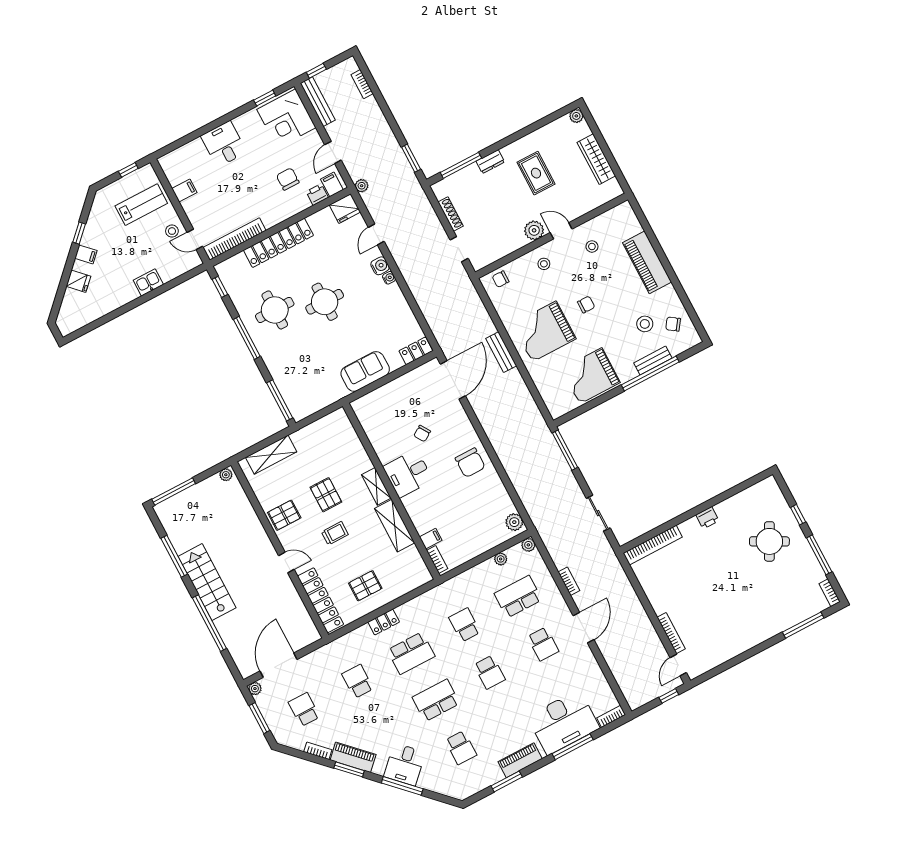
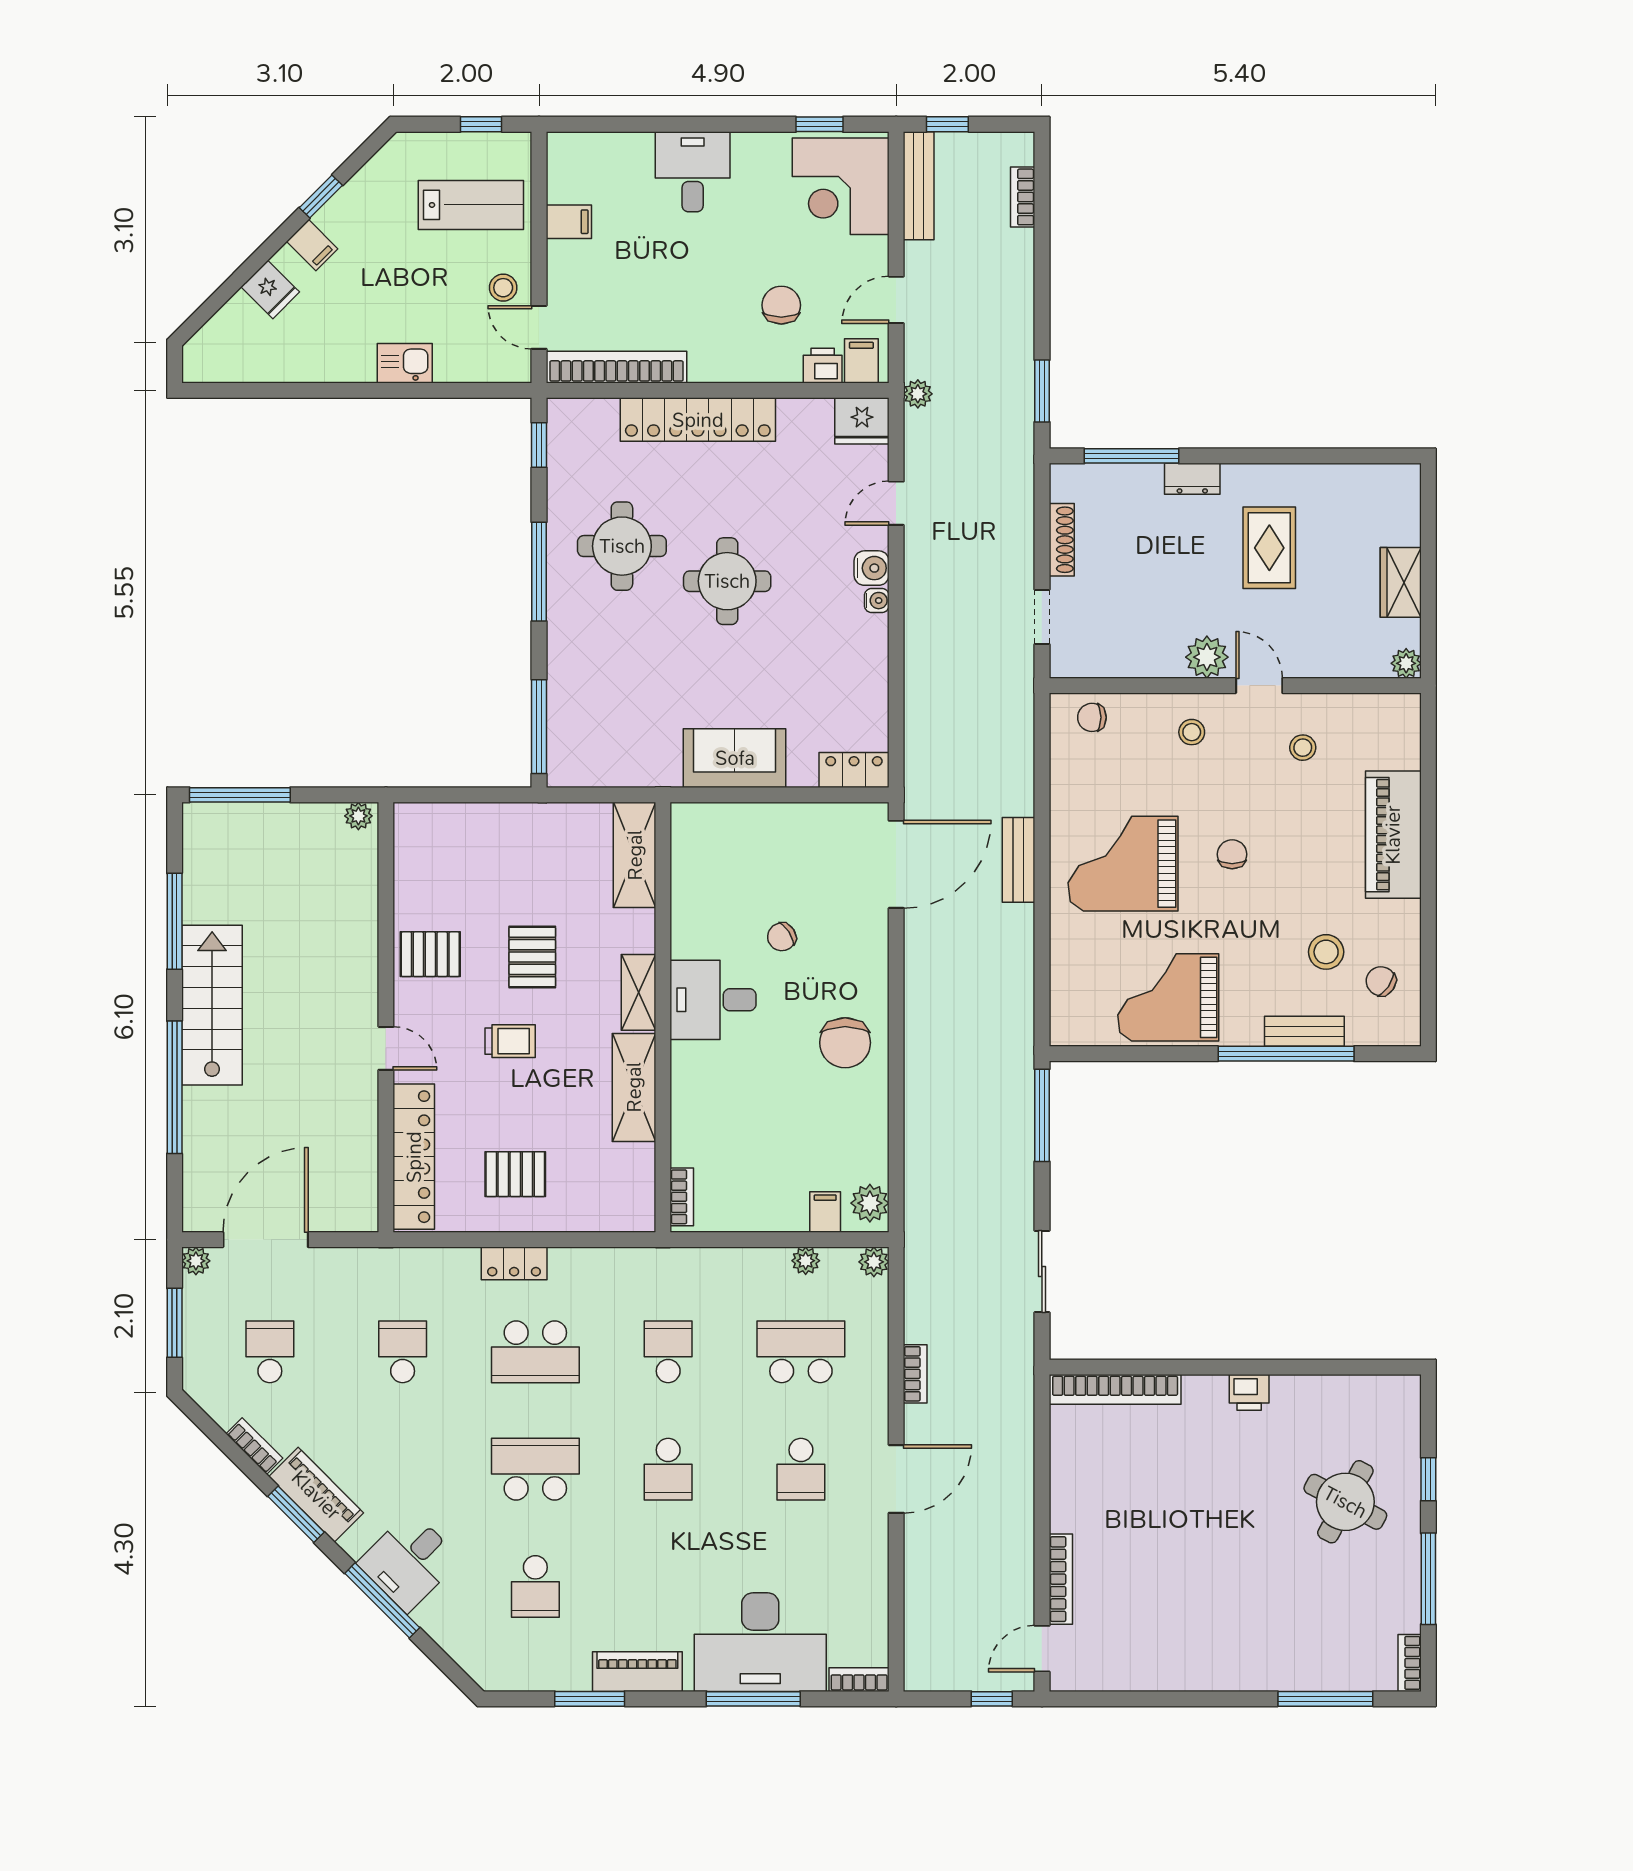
plant: (576, 116) -> (1406, 663), moved
wardrobe: (596, 159) -> (1401, 582), width x0.67
chair: (586, 305) -> (1232, 854), turned -90
shelving: (271, 455) -> (635, 855), moved, turned 90
filing cabinet: (431, 539) -> (825, 1212), moved, turned -90

